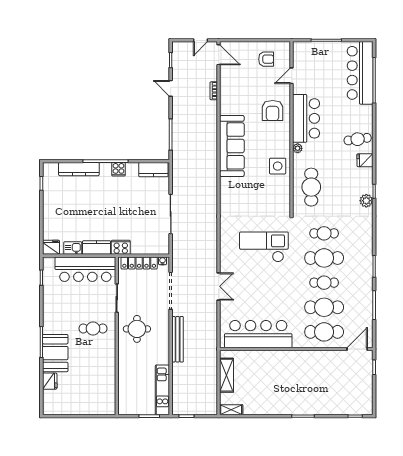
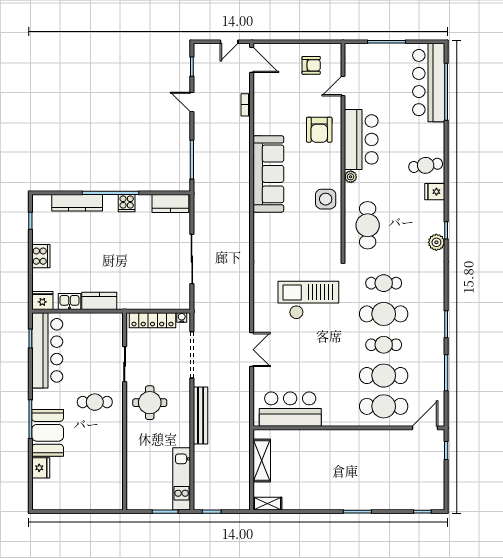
cooker: (121, 247) -> (41, 256), moved, turned 90
bar counter: (85, 269) -> (47, 350), moved, turned -90
bar counter: (258, 334) -> (290, 409), width x0.73

